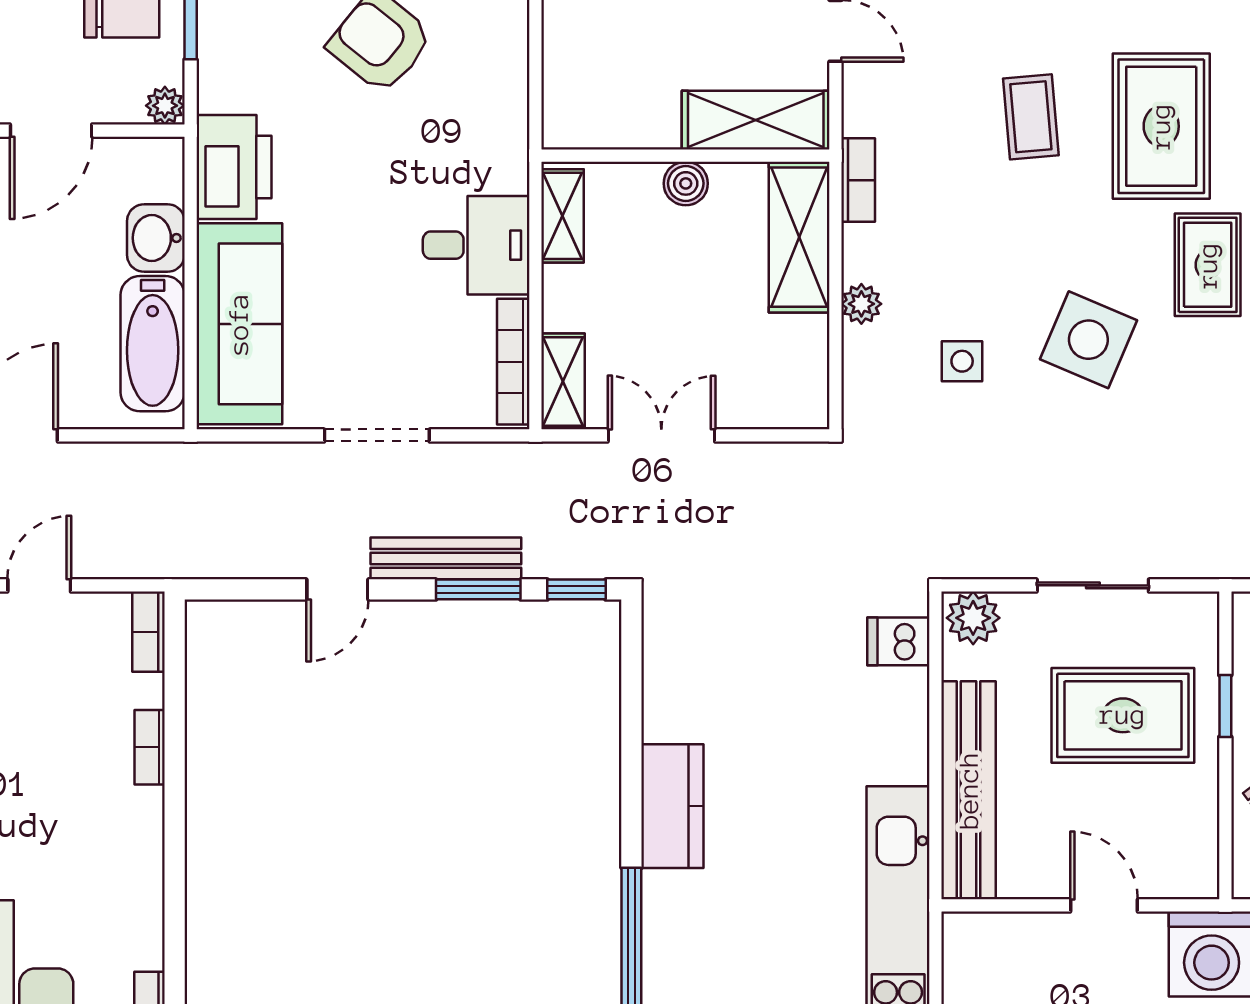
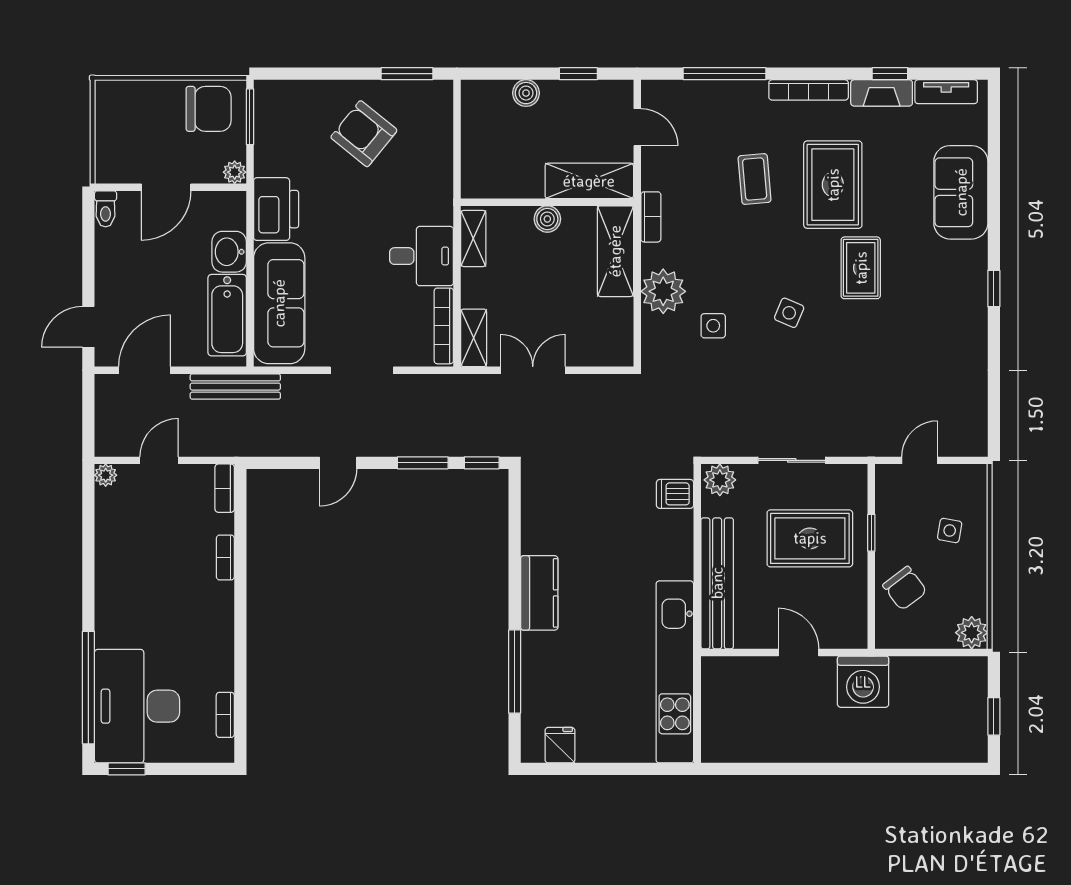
plant: (861, 304) -> (663, 291), width x1.88, depth x1.88
side table: (1088, 340) -> (789, 313), width x0.54, depth x0.54
bench: (446, 558) -> (235, 387), moved

